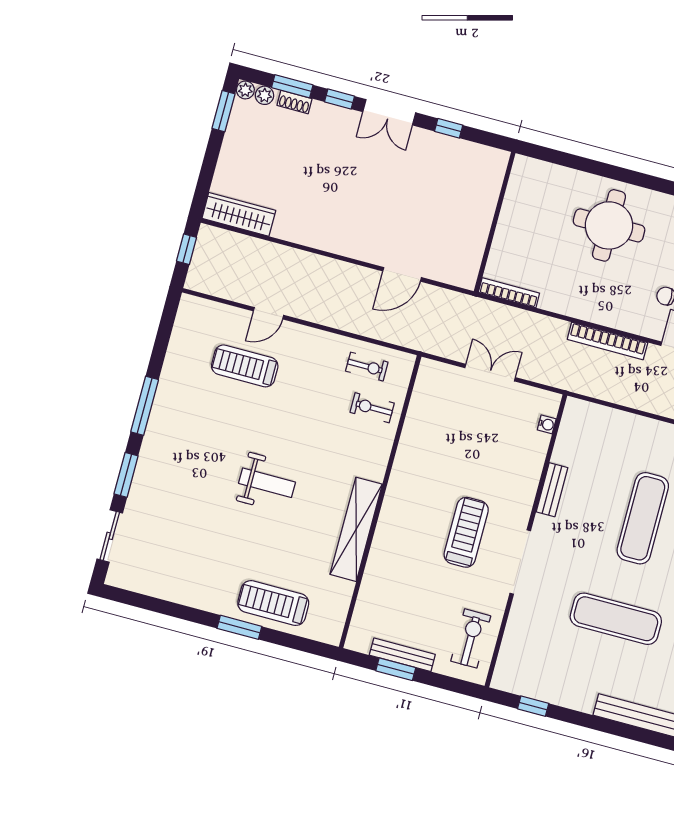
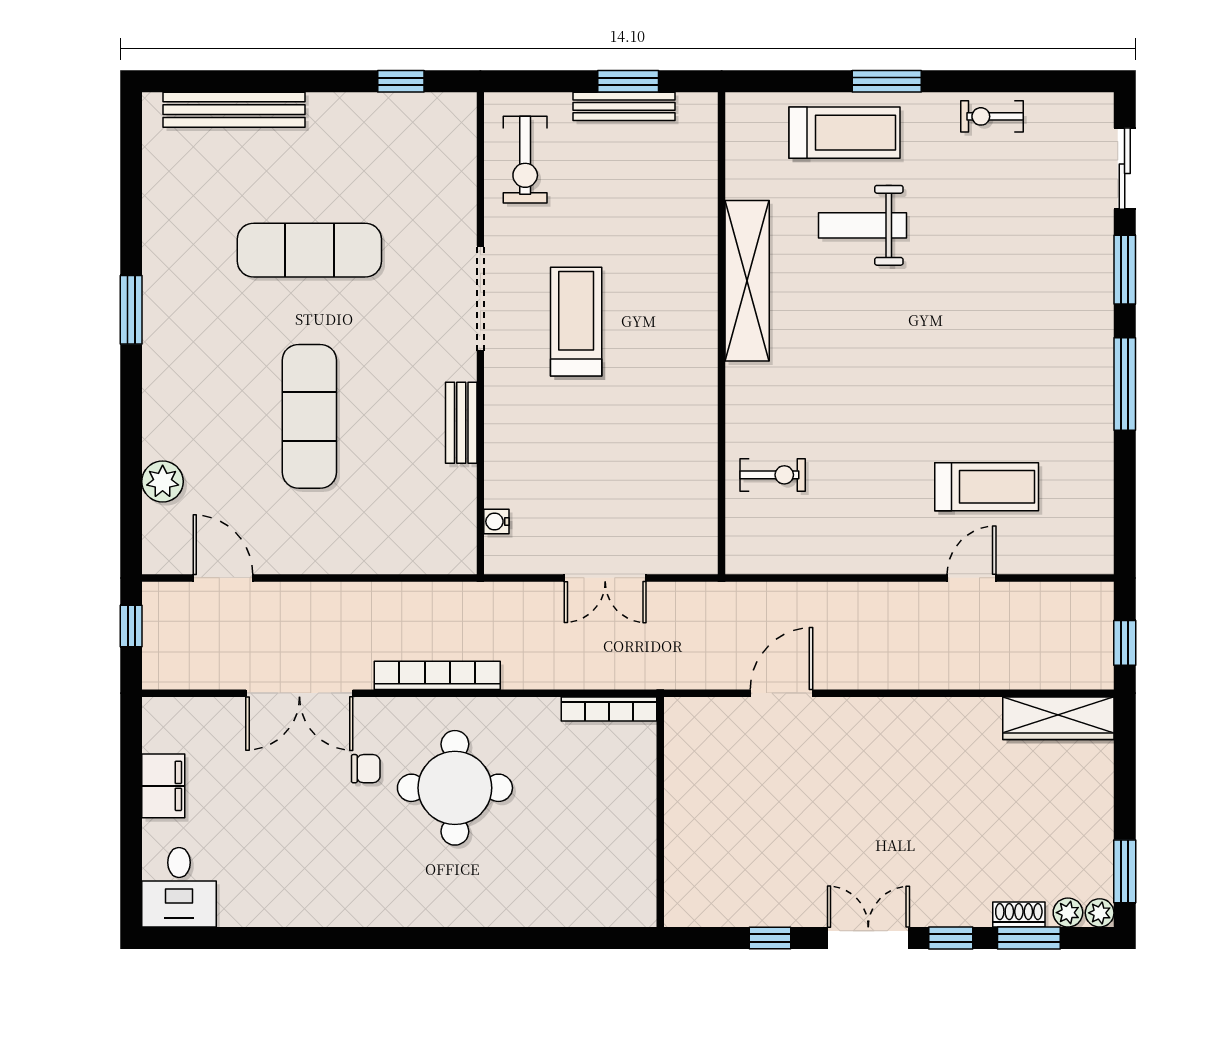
round table: (609, 225) -> (455, 788), moved
exercise bike: (367, 367) -> (992, 116), moved
weight bench: (267, 483) -> (863, 225), moved
treadmill: (466, 532) -> (576, 322), turned 180

